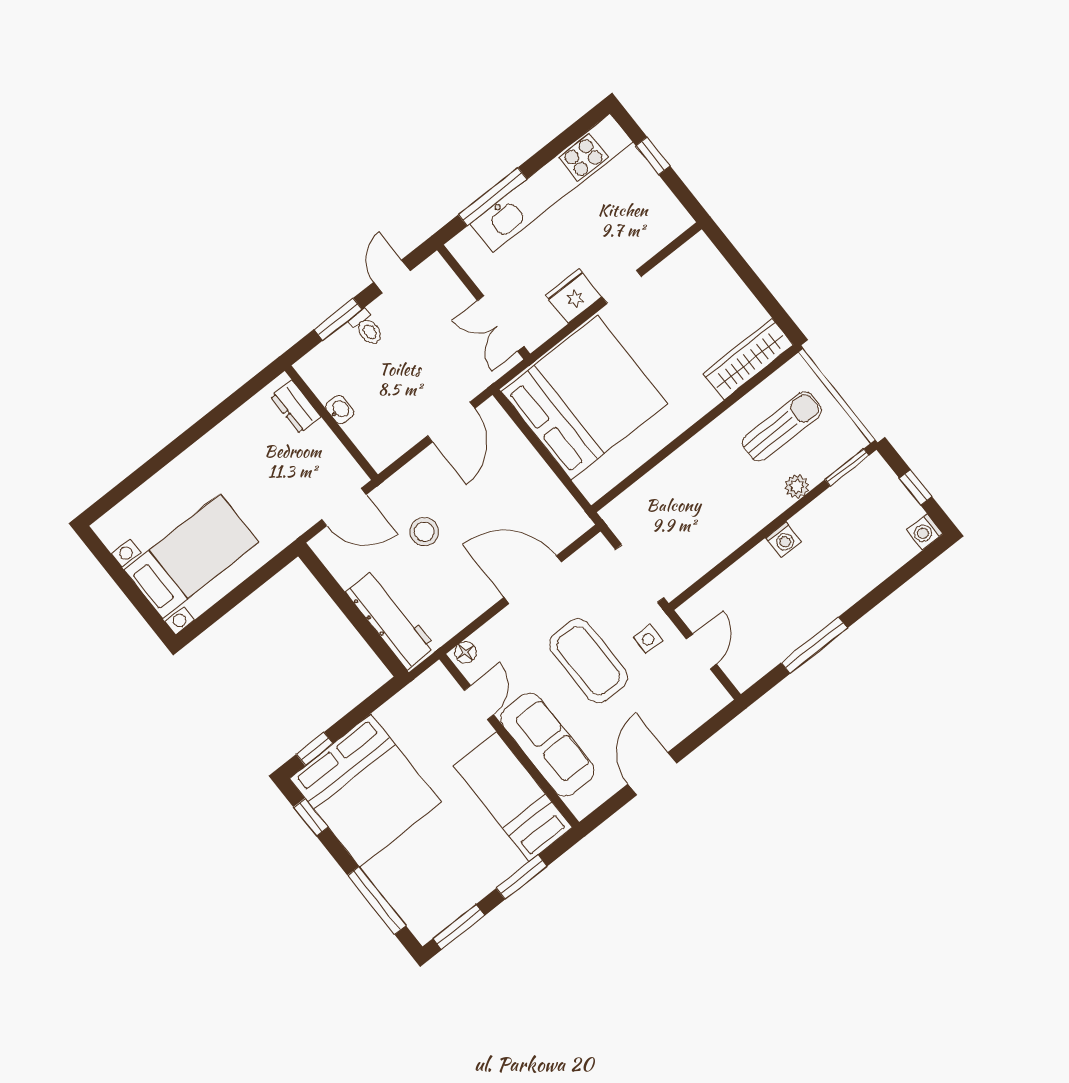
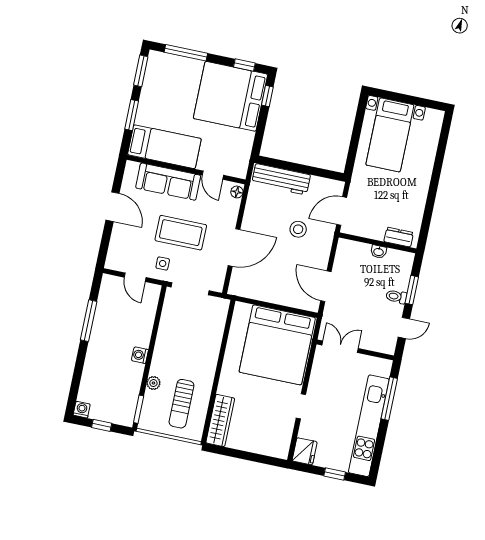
door: (392, 276) -> (404, 328), hinge flipped
fridge: (573, 296) -> (305, 451), moved

